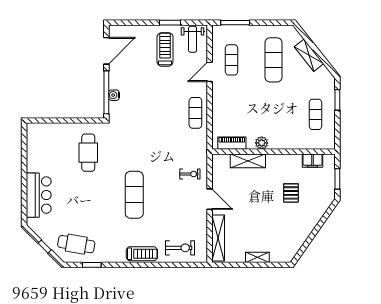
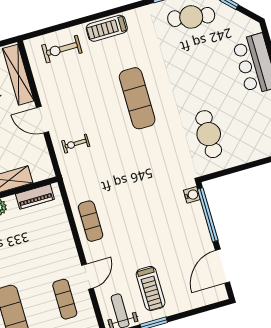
water cooler: (114, 95) -> (192, 195), moved

